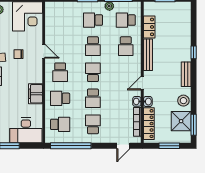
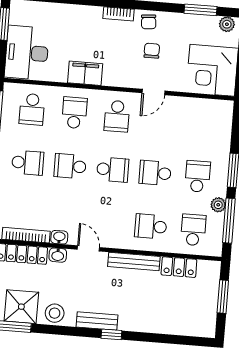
window: (194, 52) -> (111, 334), moved
school desk: (60, 72) -> (117, 116), turned -90

